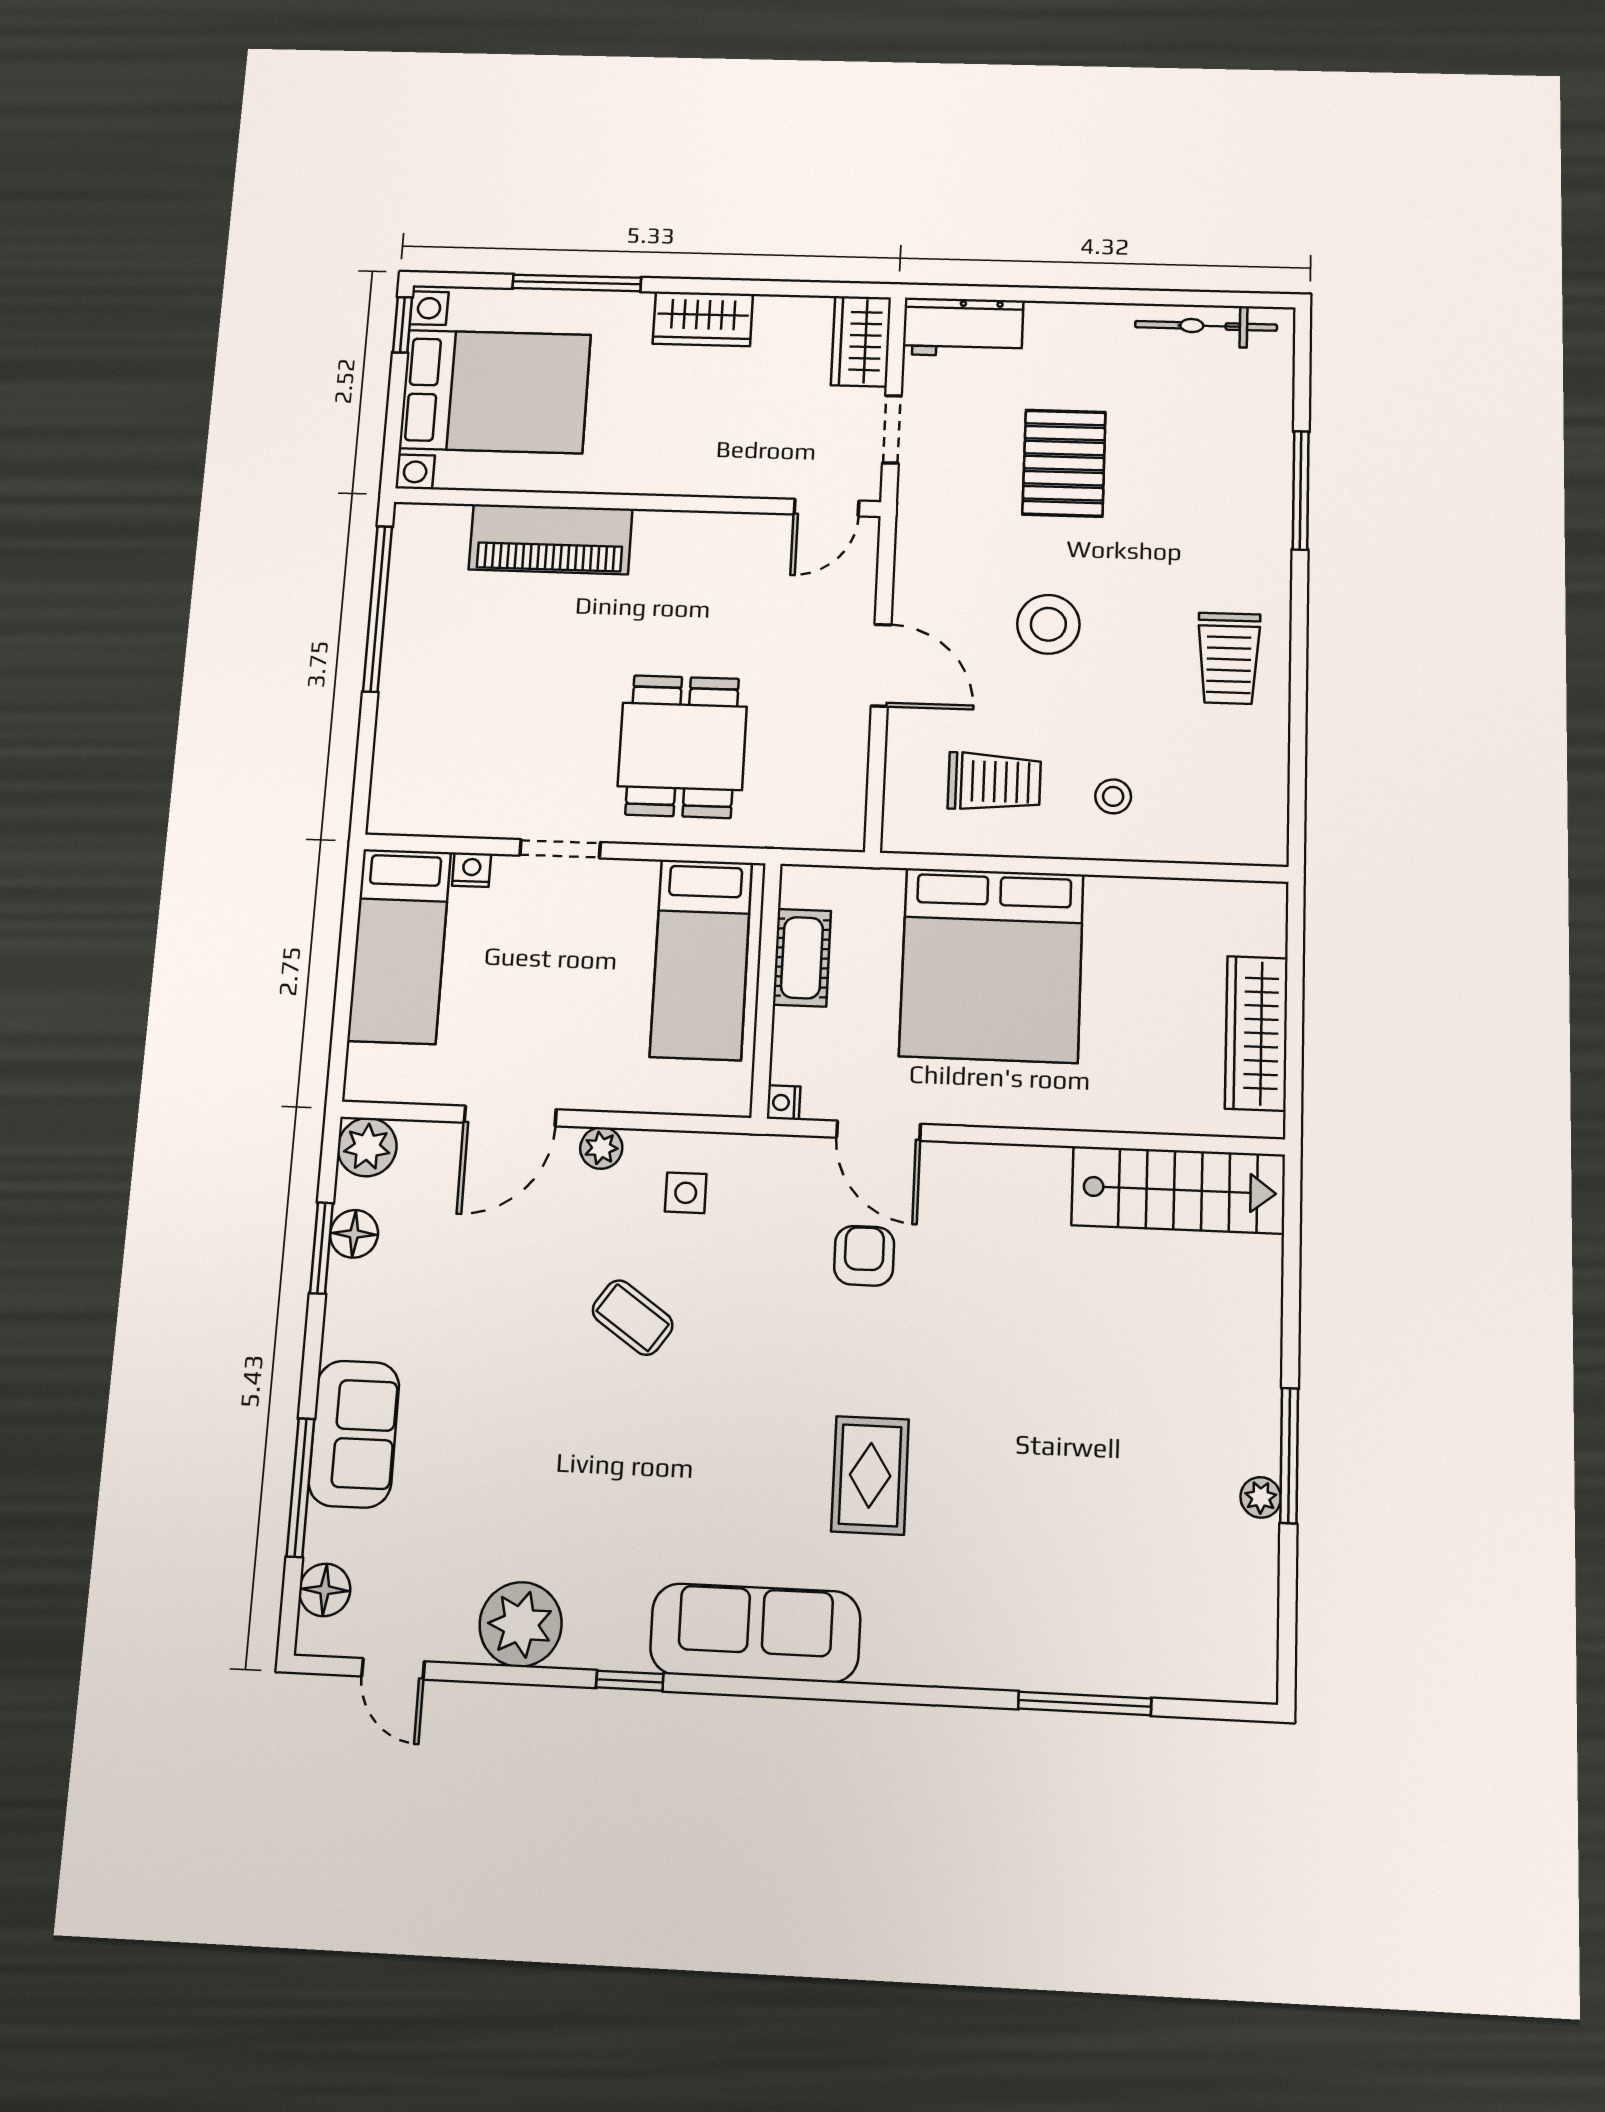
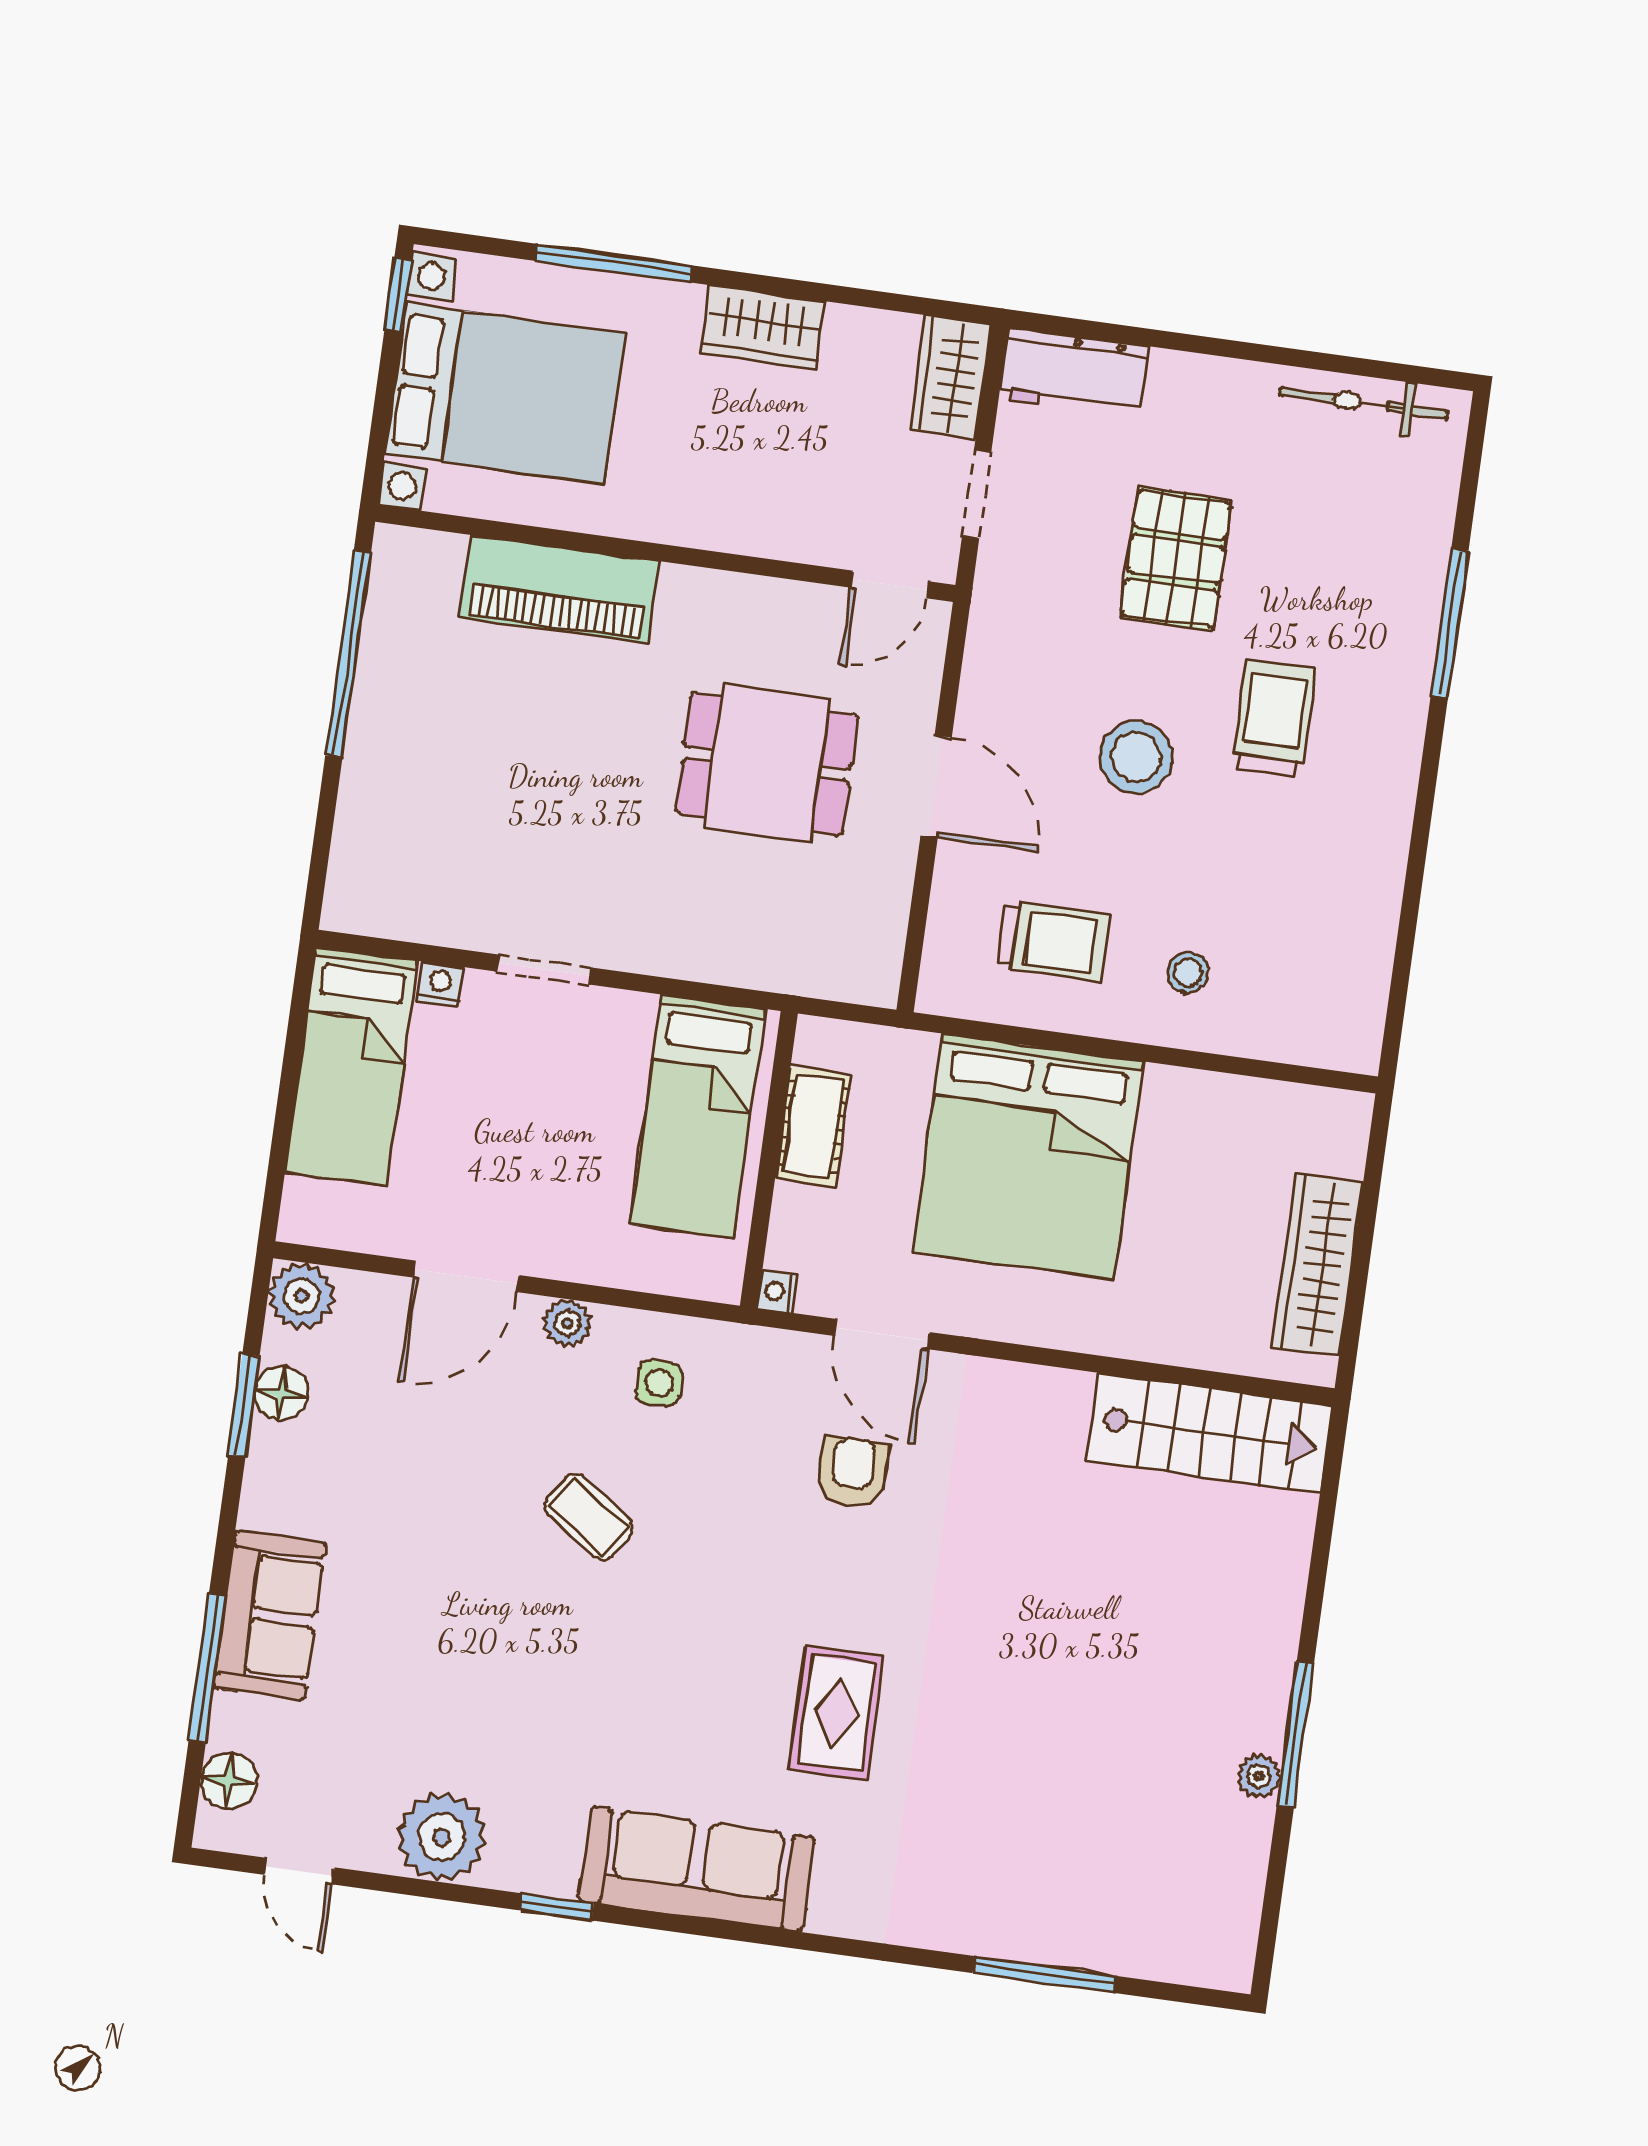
trolley: (1229, 658) -> (1274, 719), moved, turned 180
dining table: (682, 746) -> (767, 764), moved, turned 90

